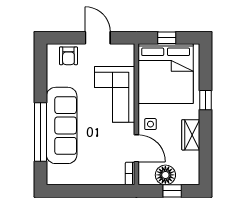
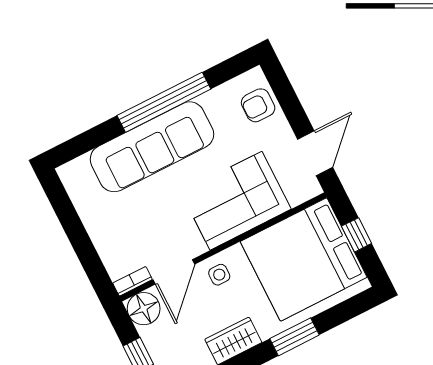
door: (98, 38) -> (315, 153), moved
window: (205, 100) -> (295, 337), width x1.50
window: (41, 132) -> (164, 102), moved
floor lamp: (165, 175) -> (144, 309), moved

